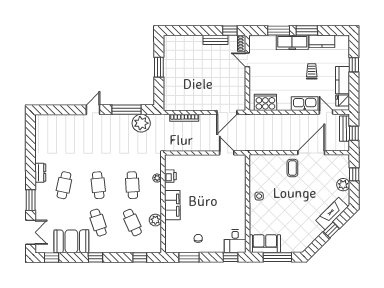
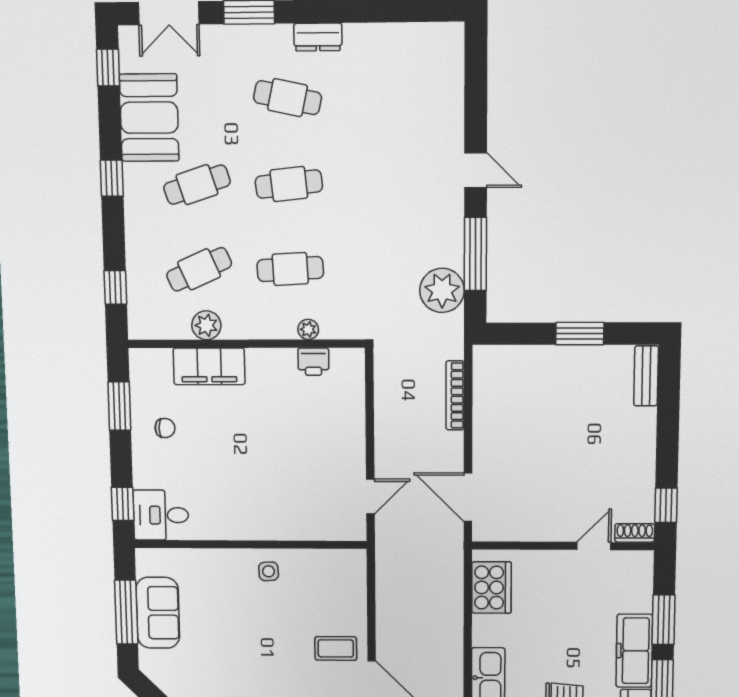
bench: (216, 40) -> (646, 376), moved
filing cabinet: (172, 205) -> (209, 366), moved
sofa: (265, 244) -> (158, 613), moved

